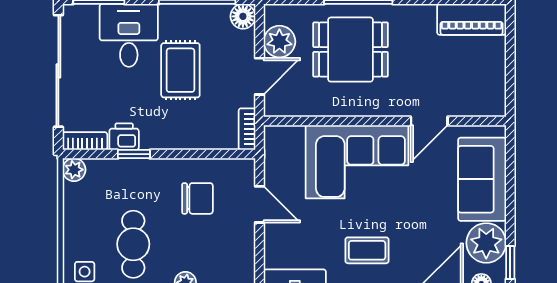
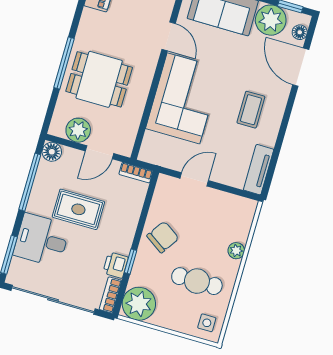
dining table: (351, 50) -> (99, 79), turned 90
door: (260, 76) -> (100, 152), swing flipped
plant: (74, 170) -> (139, 304), width x1.87, depth x1.87
chair: (197, 198) -> (163, 237), moved, turned 34

